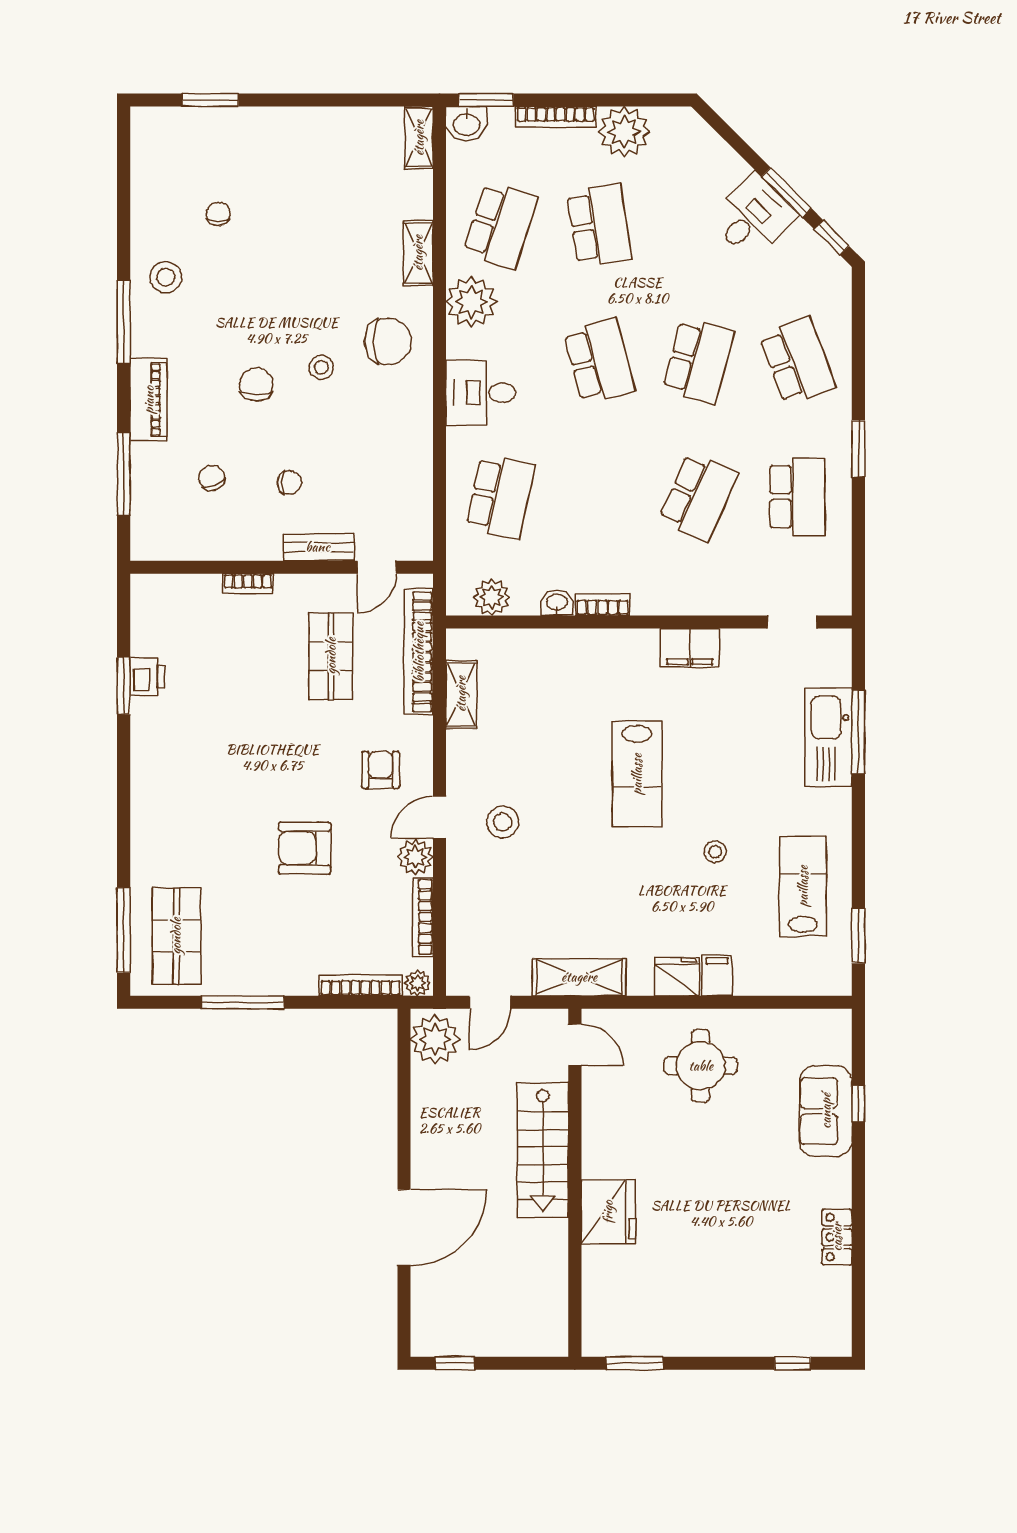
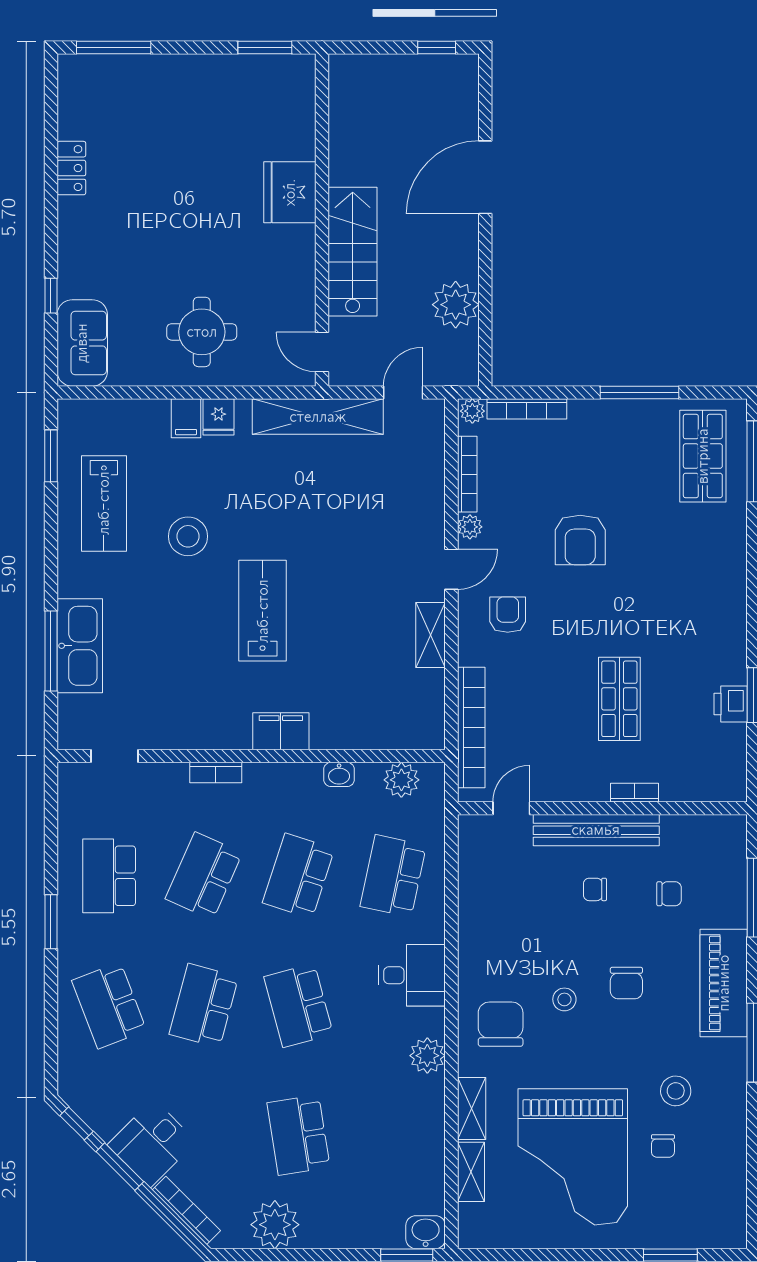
bookcase: (556, 117) -> (186, 1210), moved, turned 45
shelving: (419, 138) -> (471, 1172), moved
grand piano: (312, 203) -> (573, 1157), added
school desk: (500, 225) -> (299, 876), moved
stool: (166, 277) -> (676, 1091), moved
plant: (471, 302) -> (427, 1056), width x0.73, depth x0.73
chair: (388, 341) -> (501, 1024), turned 90
piano: (149, 400) -> (724, 983), width x1.37, depth x1.33
chair: (212, 478) -> (669, 894), turned -67
bench: (318, 547) -> (596, 830), width x1.86, depth x1.21
bookcase: (603, 605) -> (216, 772), moved
filing cabinet: (690, 648) -> (281, 731), moved
shop shelf: (331, 656) -> (619, 699), moved
shelving: (461, 694) -> (431, 635), moved
armchair: (381, 770) -> (508, 615), turned 180
stool: (503, 822) -> (391, 565), removed
armchair: (305, 848) -> (580, 540), turned 90
stool: (715, 852) -> (188, 536), width x1.89, depth x1.89
plant: (415, 857) -> (470, 527), width x0.73, depth x0.73
shelving: (579, 977) -> (318, 417), width x1.47
fridge: (677, 977) -> (219, 417), width x0.72
plant: (435, 1040) -> (456, 305), moved
sofa: (826, 1111) -> (82, 343), moved
window: (793, 1363) -> (114, 48), width x2.17

